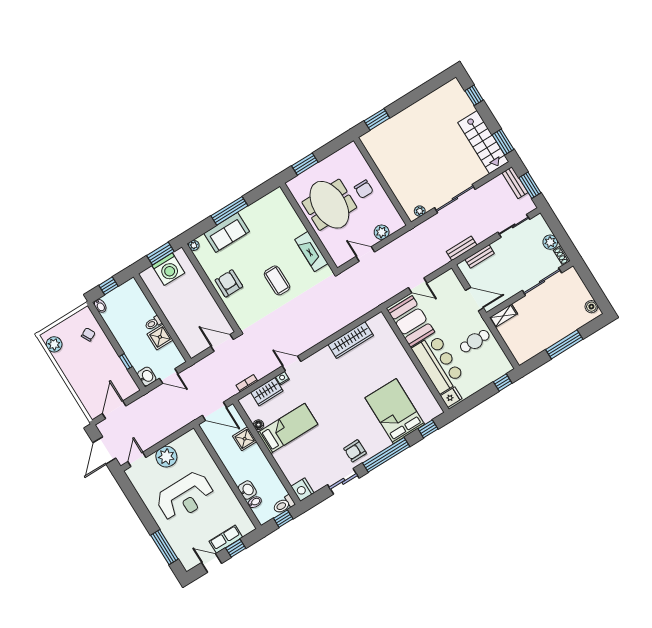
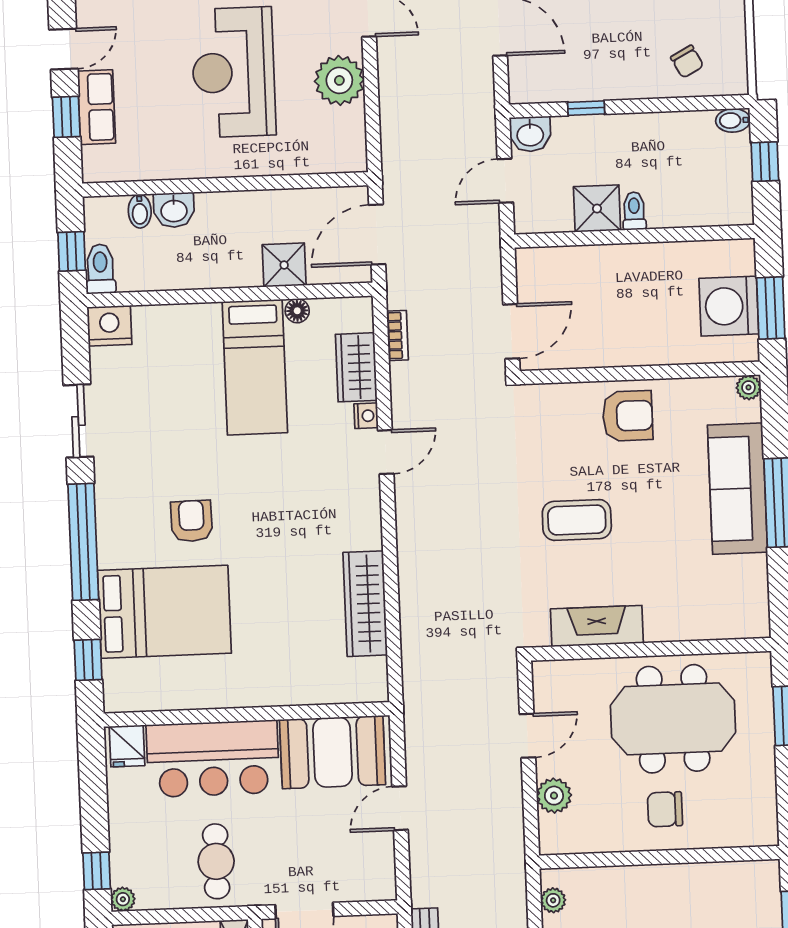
sofa: (227, 232) -> (737, 489), width x1.36
plant: (508, 367) -> (123, 899), added
armchair: (355, 451) -> (192, 521), moved

